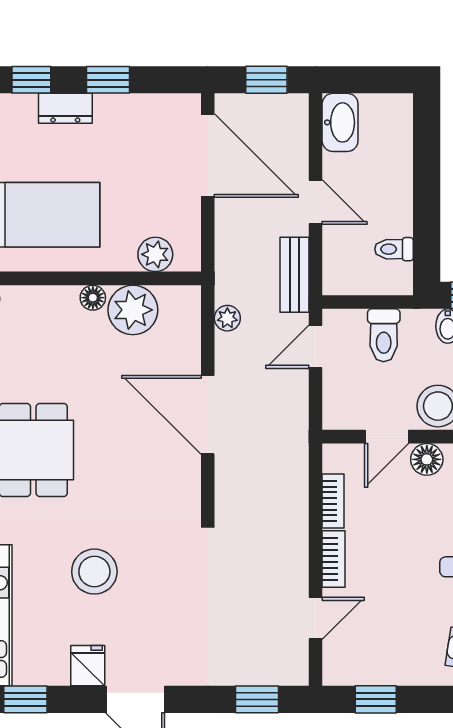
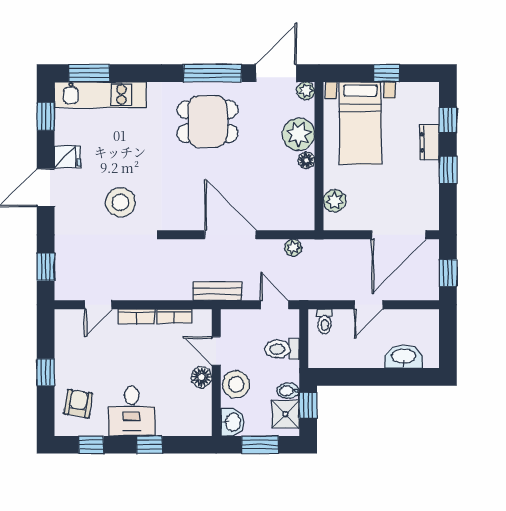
washbasin: (340, 122) -> (404, 357), moved, turned 180
toilet: (394, 249) -> (325, 322), moved, turned 180
bench: (294, 275) -> (217, 291), moved
plant: (133, 310) -> (298, 134), moved
door: (208, 415) -> (230, 235), hinge flipped
stool: (94, 572) -> (120, 202), moved
door: (315, 618) -> (98, 305), hinge flipped
window: (376, 699) -> (46, 372), moved

